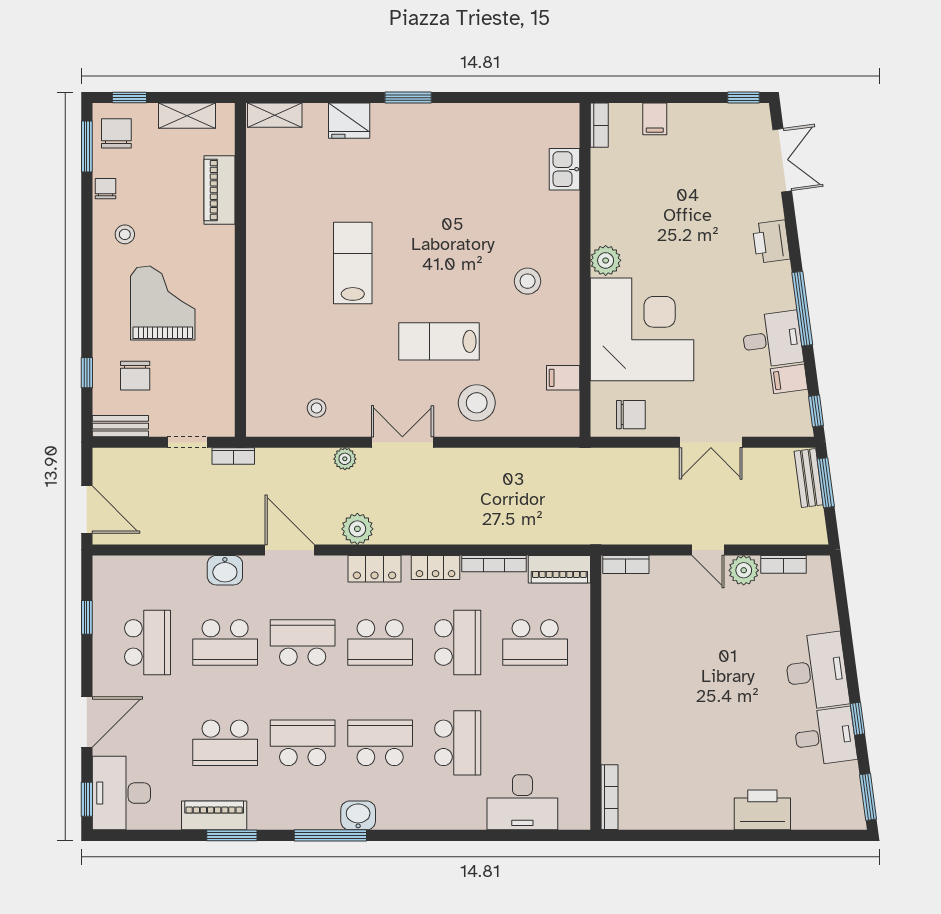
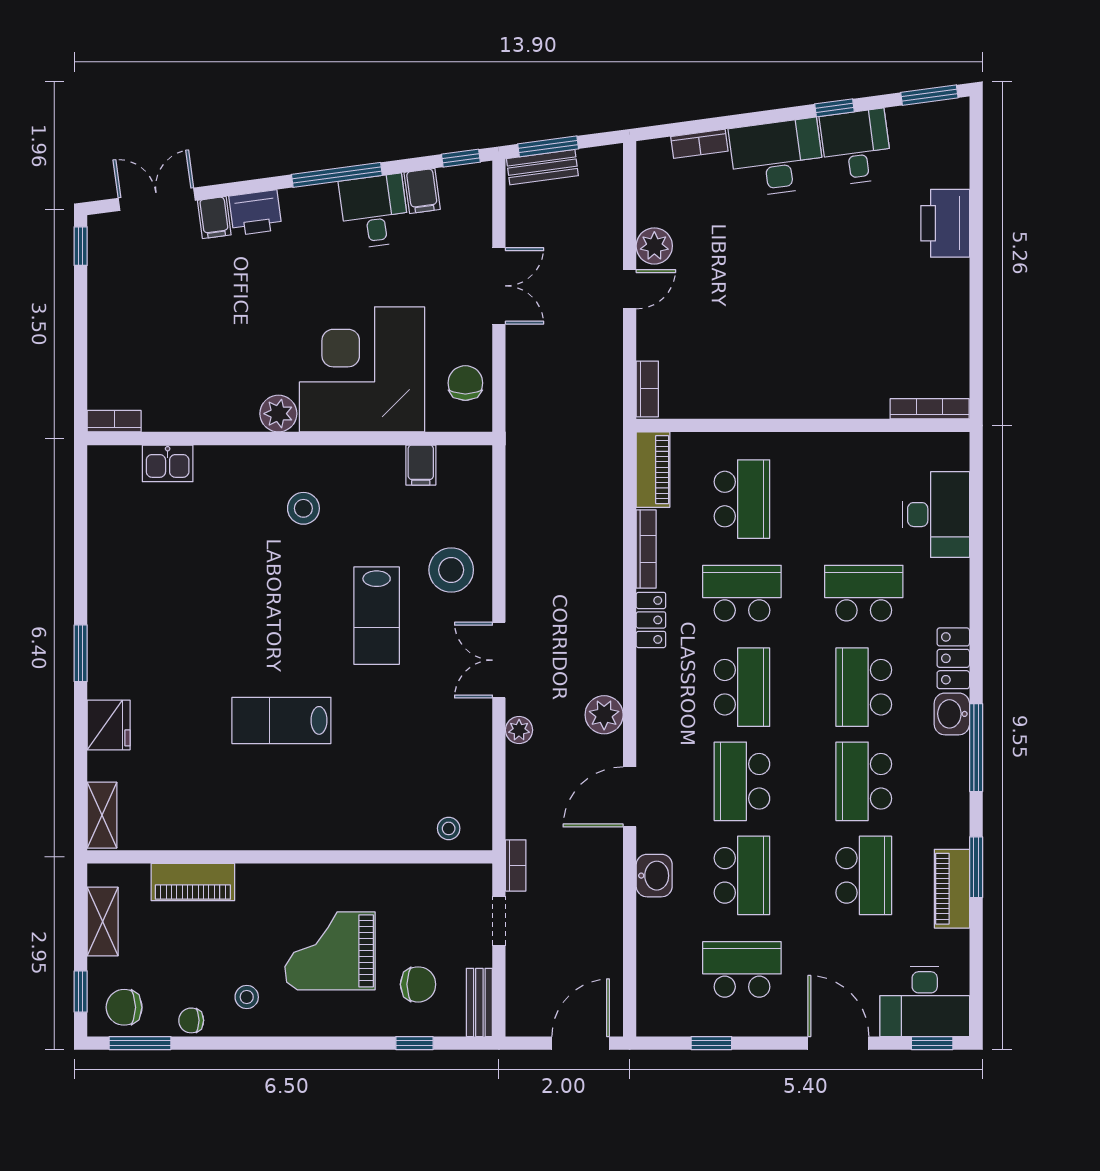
filing cabinet: (655, 119) -> (214, 218), moved, turned 82
stool: (317, 408) -> (449, 828), moved
bookcase: (783, 564) -> (699, 144), moved, turned 82
locker: (375, 569) -> (953, 658), moved, turned 180

